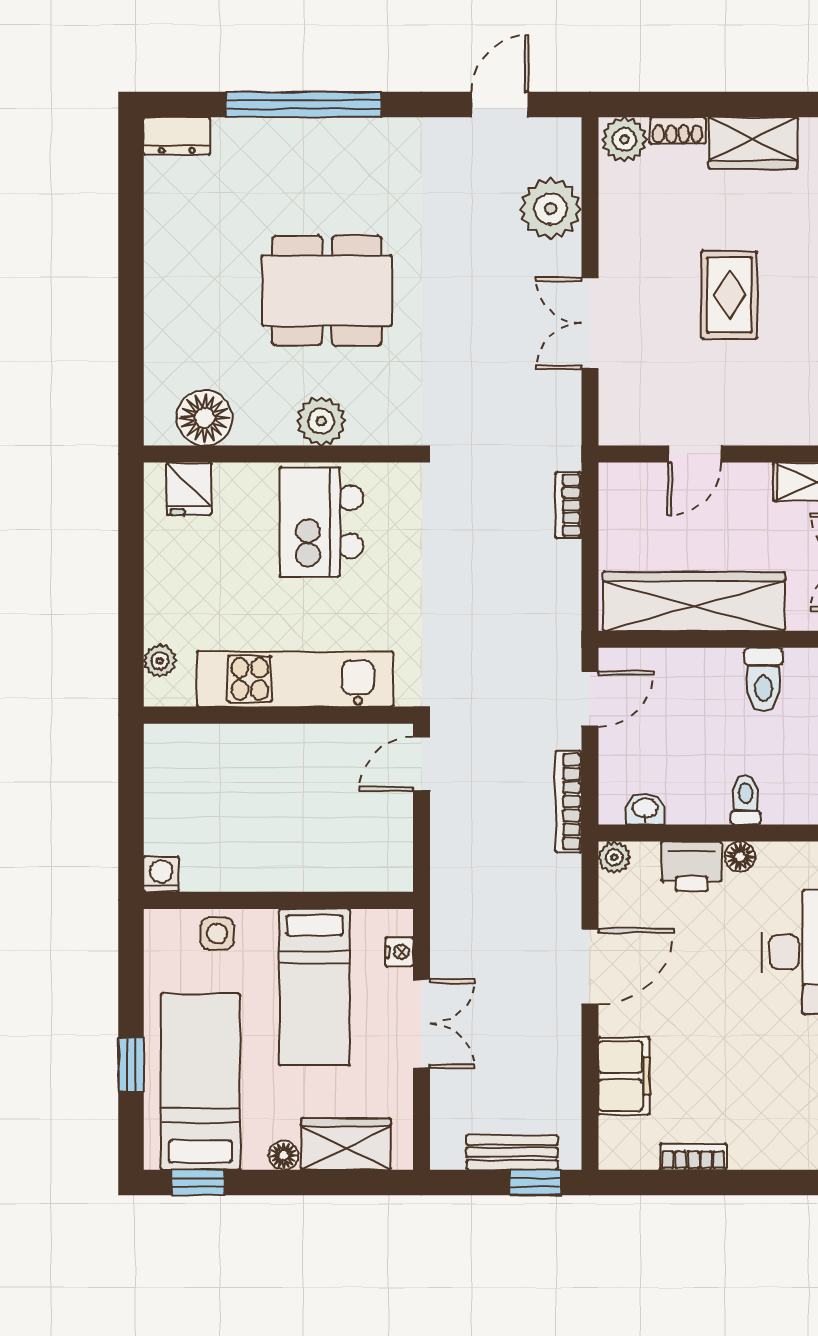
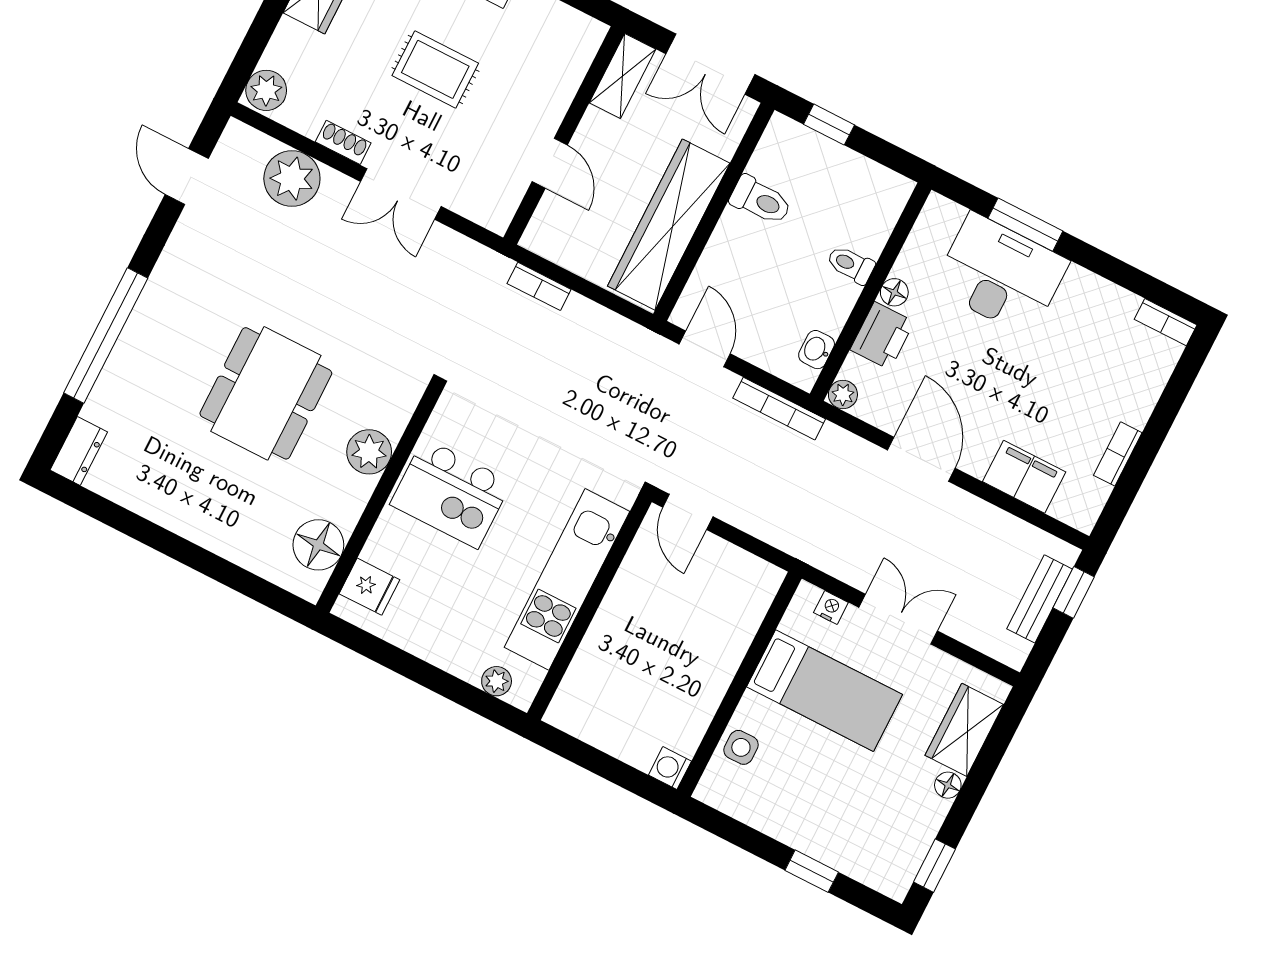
shoe rack: (678, 131) -> (343, 142), moved, turned -90
bed: (200, 1082) -> (854, 822), removed

